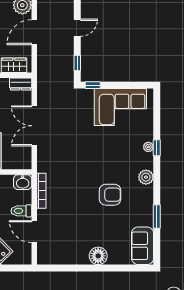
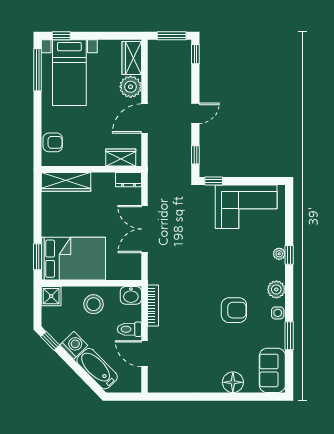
side table: (147, 197) -> (278, 313), added
floor lamp: (98, 256) -> (233, 382), moved

